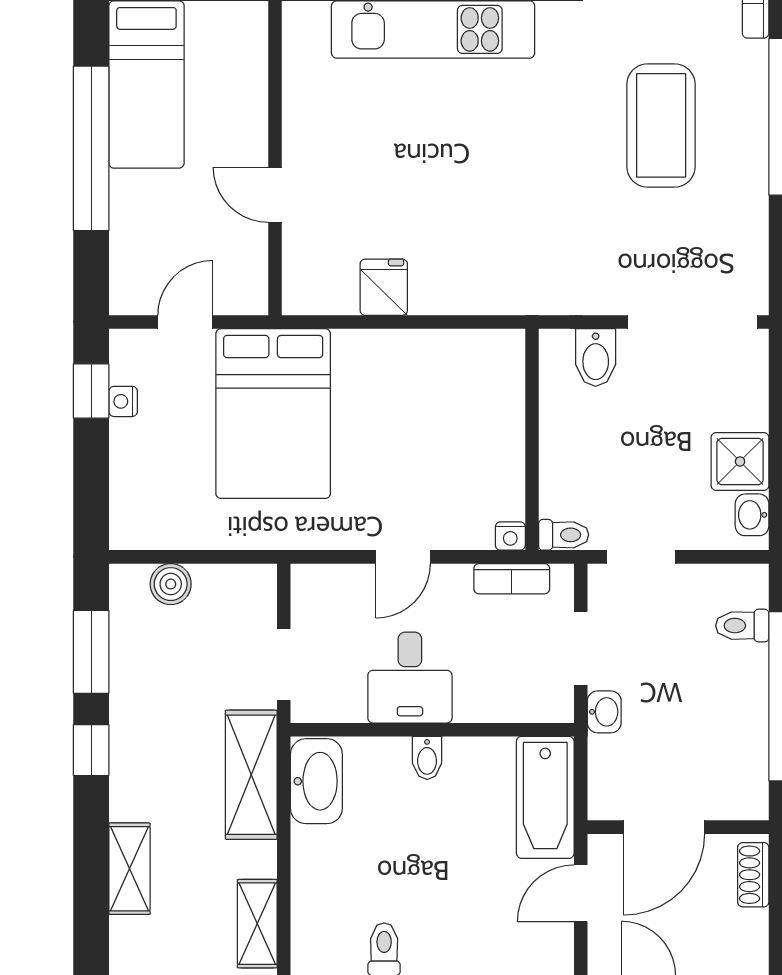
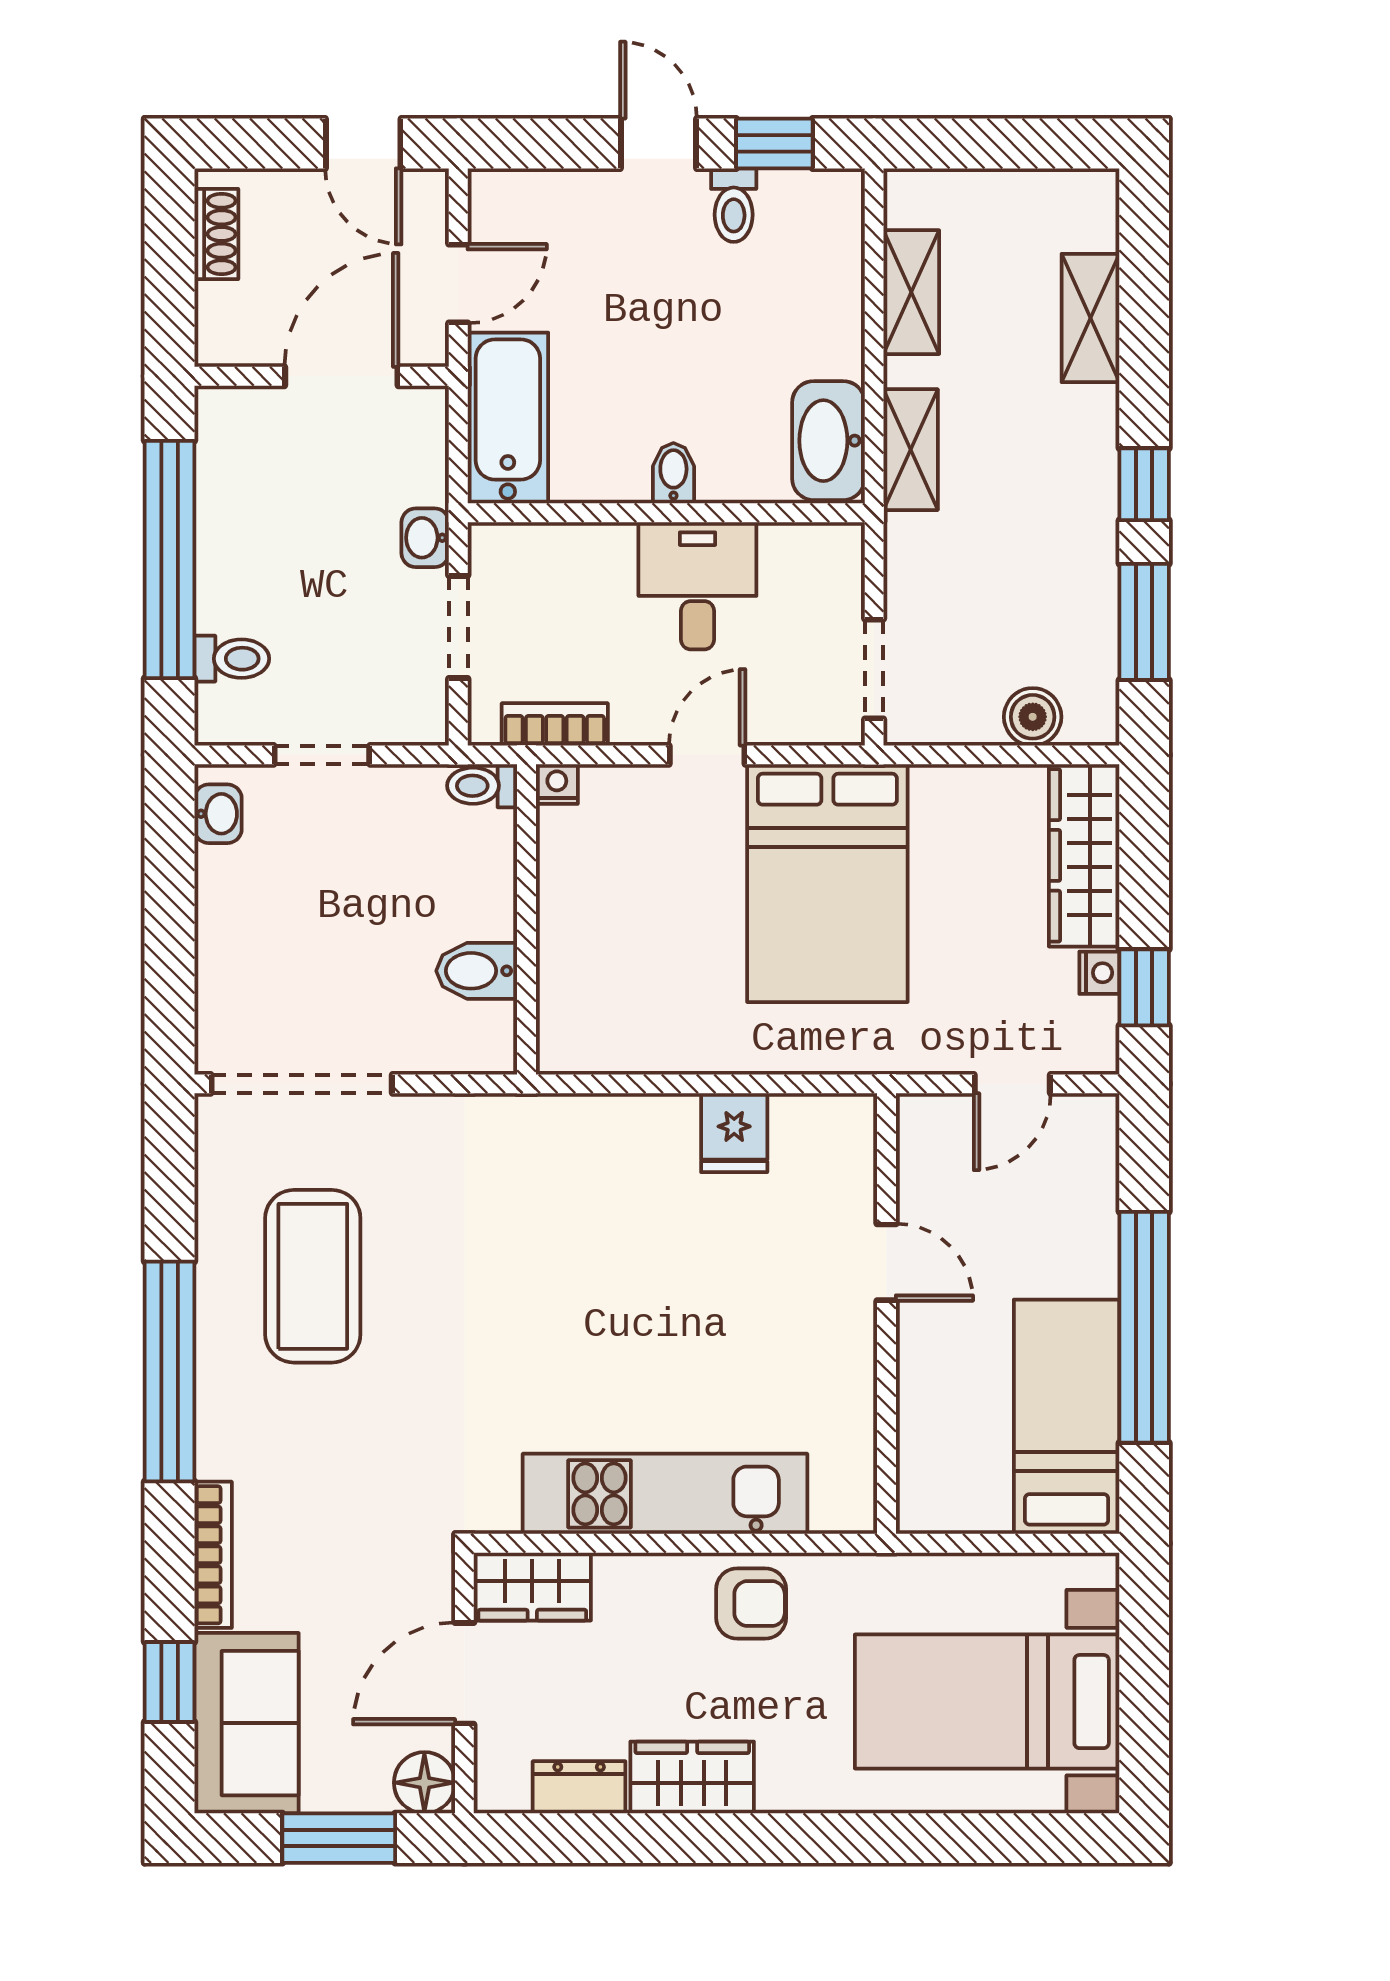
coffee table: (661, 125) -> (313, 1276), moved
bidet: (596, 358) -> (477, 971), moved, turned -90
bed: (273, 414) -> (827, 883), moved, turned 180
shower: (740, 461) -> (235, 889), removed
wardrobe: (134, 485) -> (1084, 855), added
doorway: (641, 557) -> (322, 755), moved
doorway: (284, 664) -> (874, 669), moved
shelving: (251, 775) -> (911, 450), width x0.67, depth x0.75
shoe rack: (753, 875) -> (216, 234), moved
shelving: (257, 924) -> (911, 292), moved

